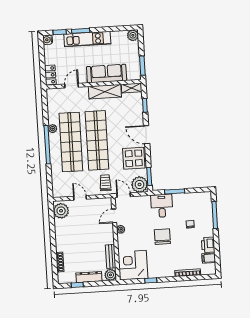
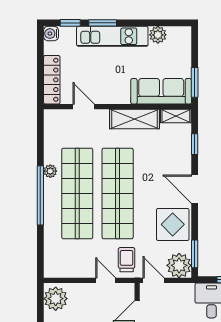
plant: (133, 35) -> (158, 35), moved
sofa: (107, 74) -> (161, 91), moved
locker: (50, 75) -> (52, 80), width x1.53
door: (72, 86) -> (84, 107), hinge flipped
door: (80, 198) -> (106, 280), moved

